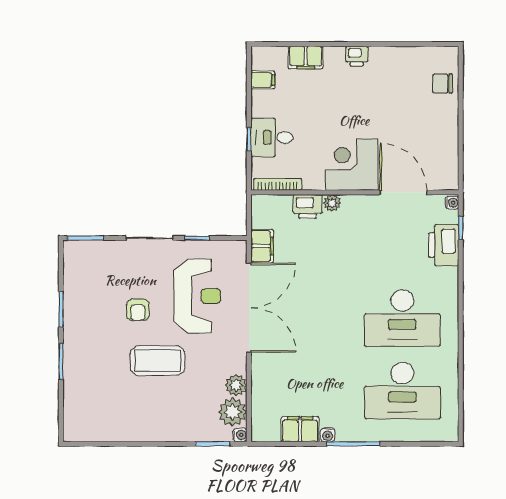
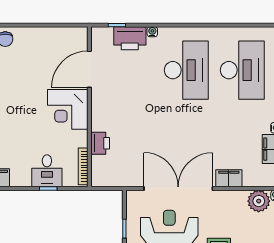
plant: (332, 203) -> (97, 124), removed
water cooler: (452, 203) -> (152, 32), moved
filing cabinet: (262, 246) -> (229, 178), moved
plant: (236, 385) -> (238, 198), removed

